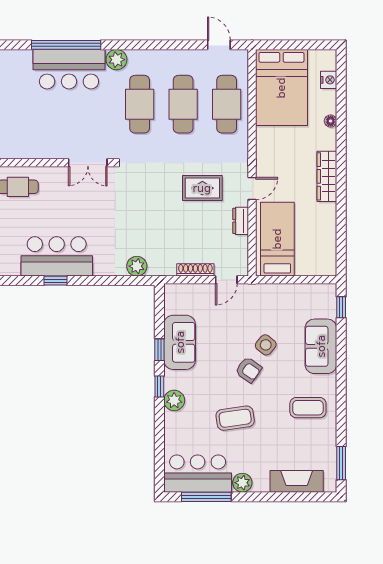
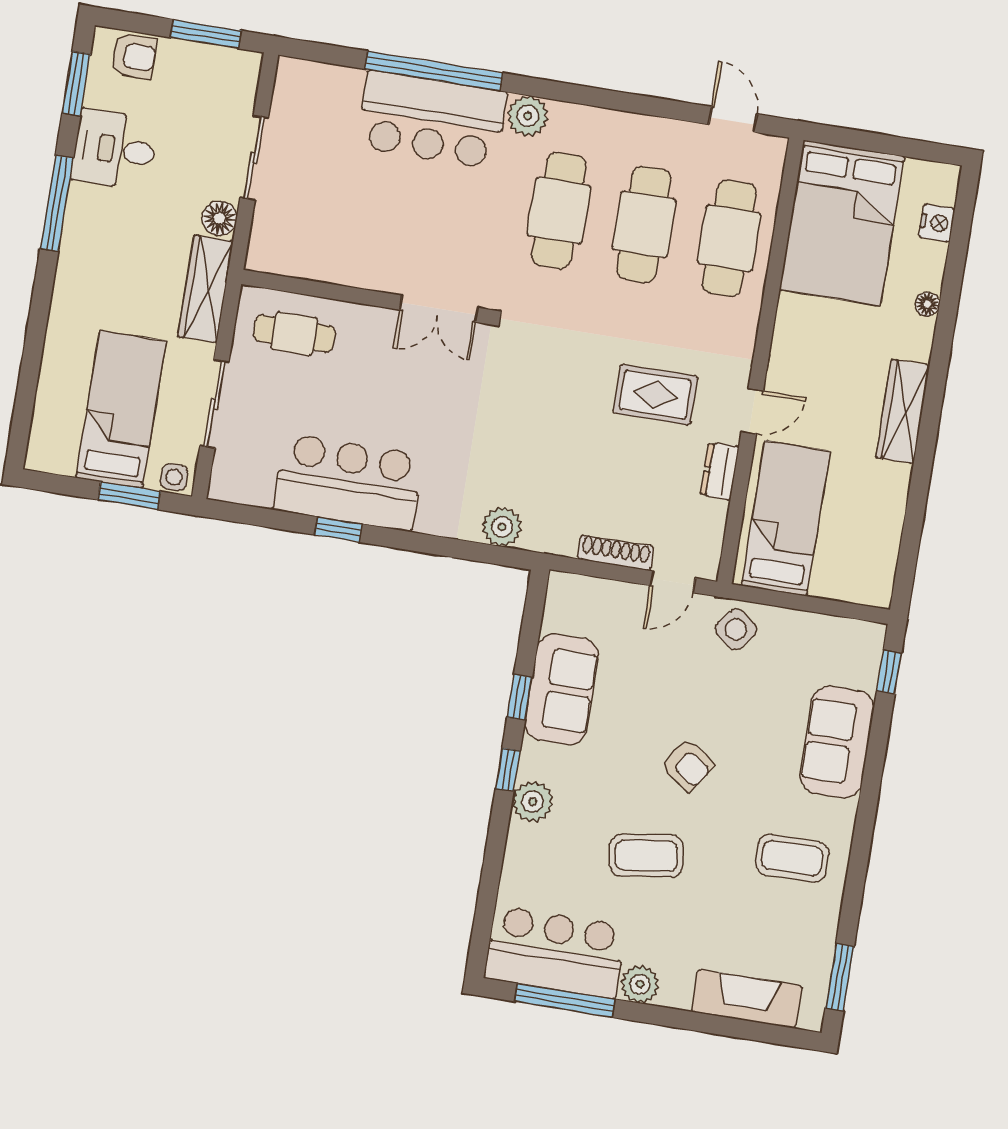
side table: (266, 345) -> (736, 629), moved

